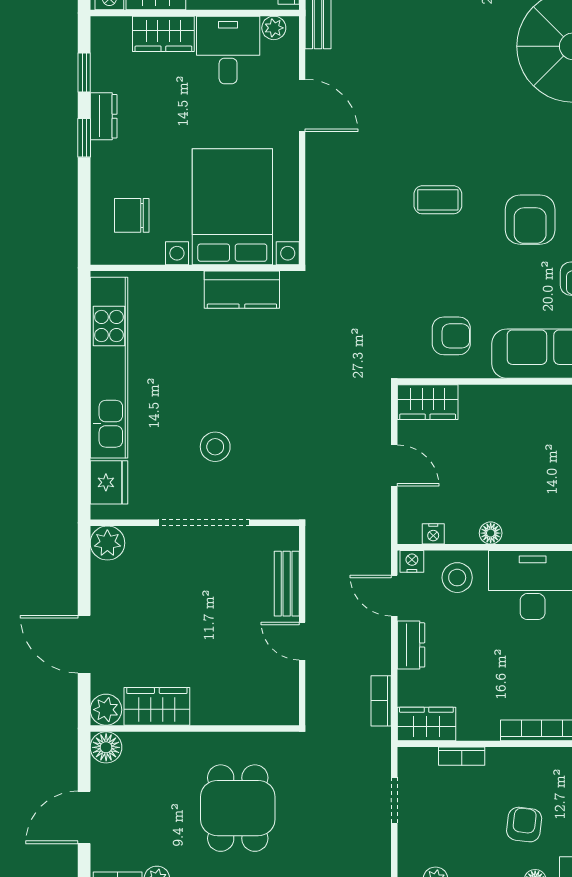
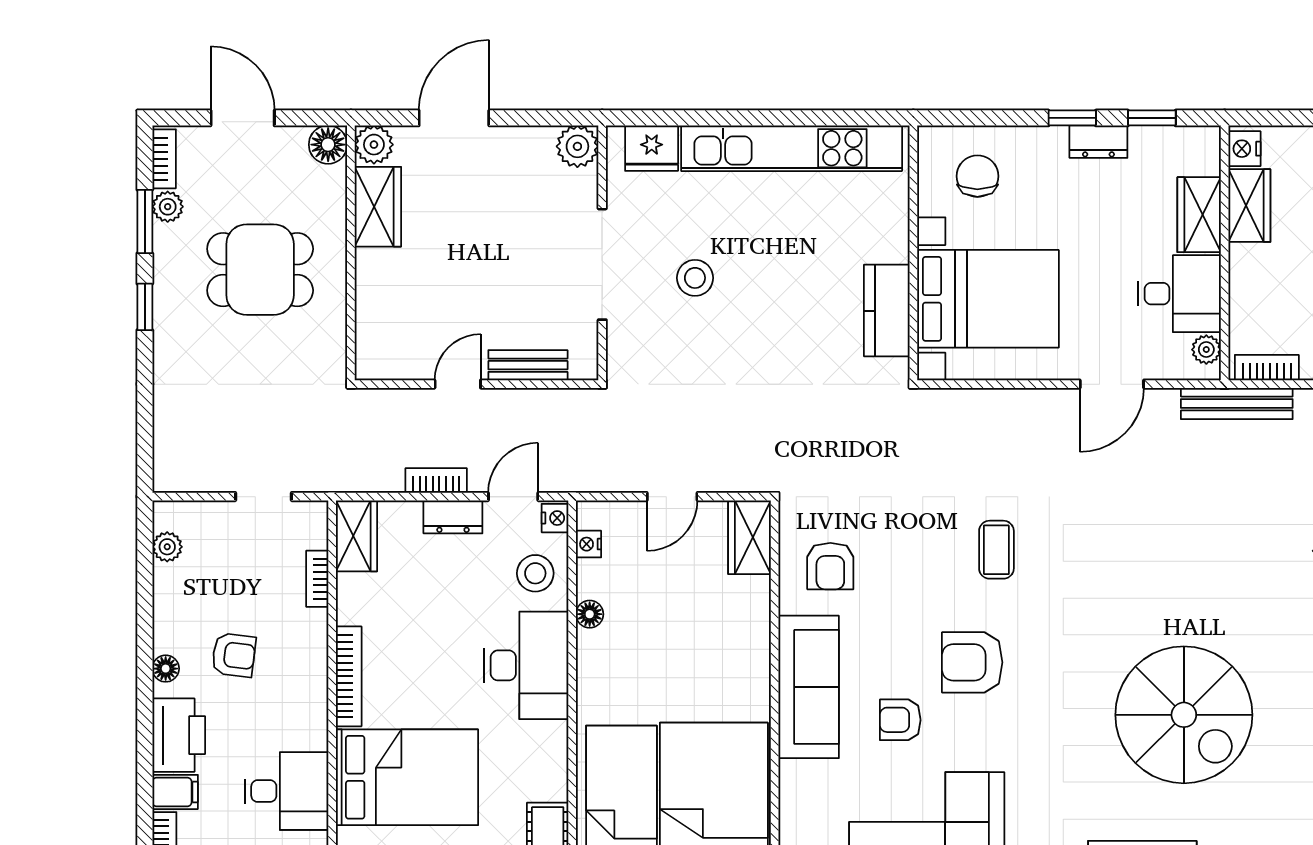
bookcase: (381, 701) -> (436, 480), moved
dining table: (238, 808) -> (260, 270), moved

